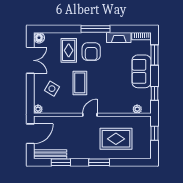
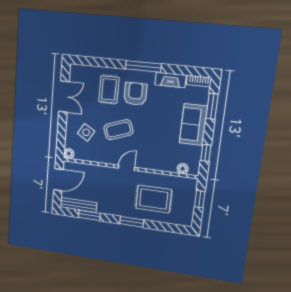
floor lamp: (39, 38) -> (76, 71), removed
armchair: (91, 52) -> (135, 94), turned 180
coffee table: (80, 83) -> (118, 130), turned 70

